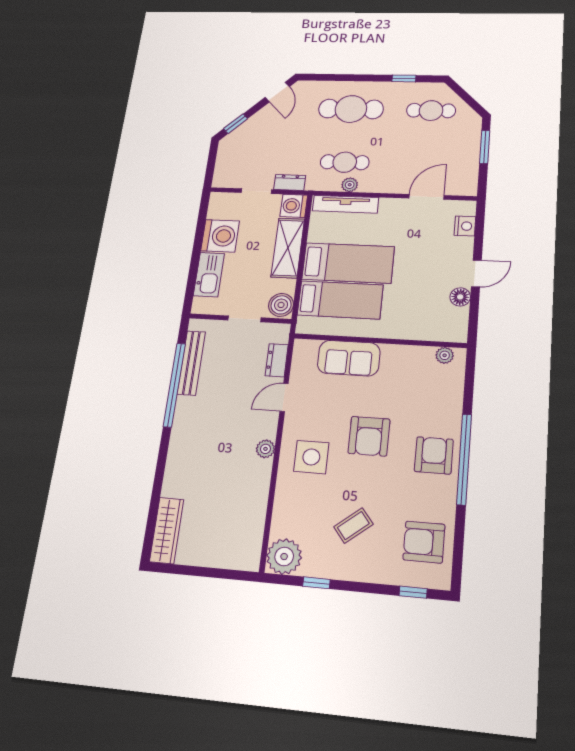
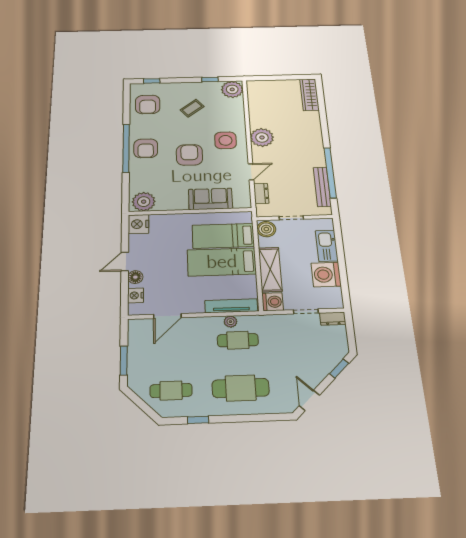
dresser: (290, 182) -> (333, 319), moved
floor lamp: (460, 297) -> (135, 277), moved
nightstand: (454, 328) -> (139, 224), added
plant: (445, 355) -> (144, 202), width x1.87, depth x1.87
plant: (265, 449) -> (262, 137), width x1.88, depth x1.88
armchair: (424, 542) -> (148, 104), turned 90

